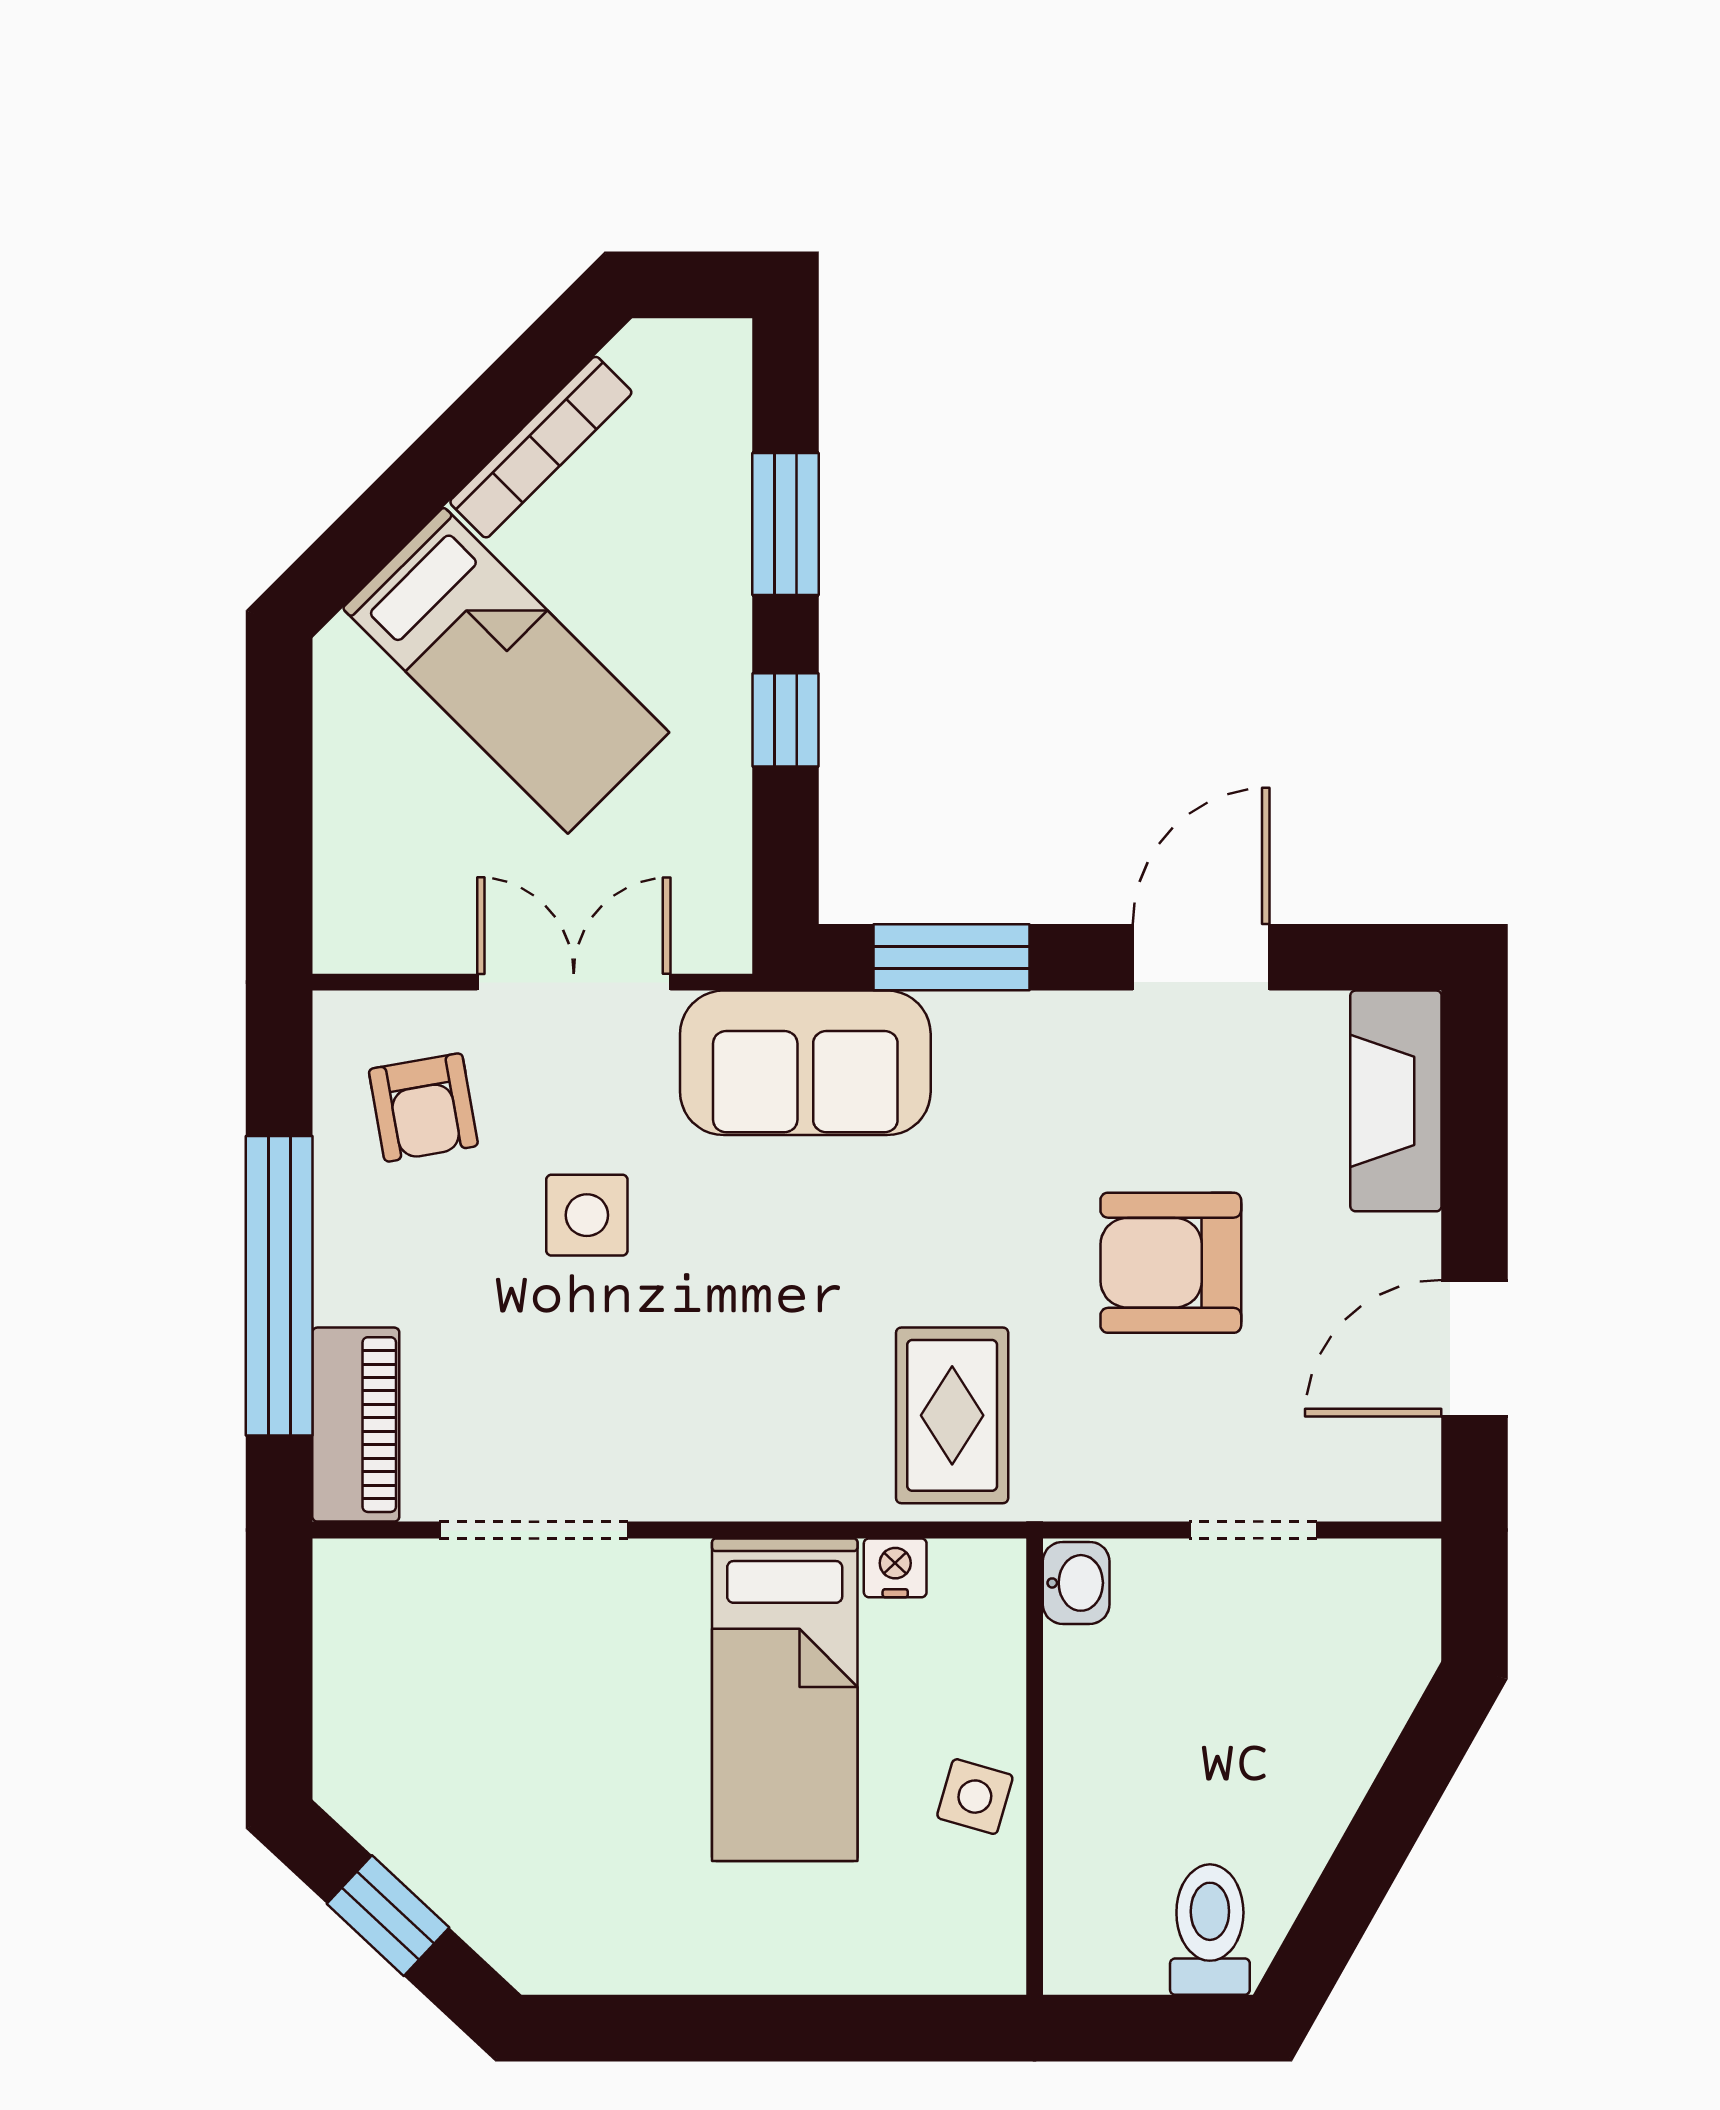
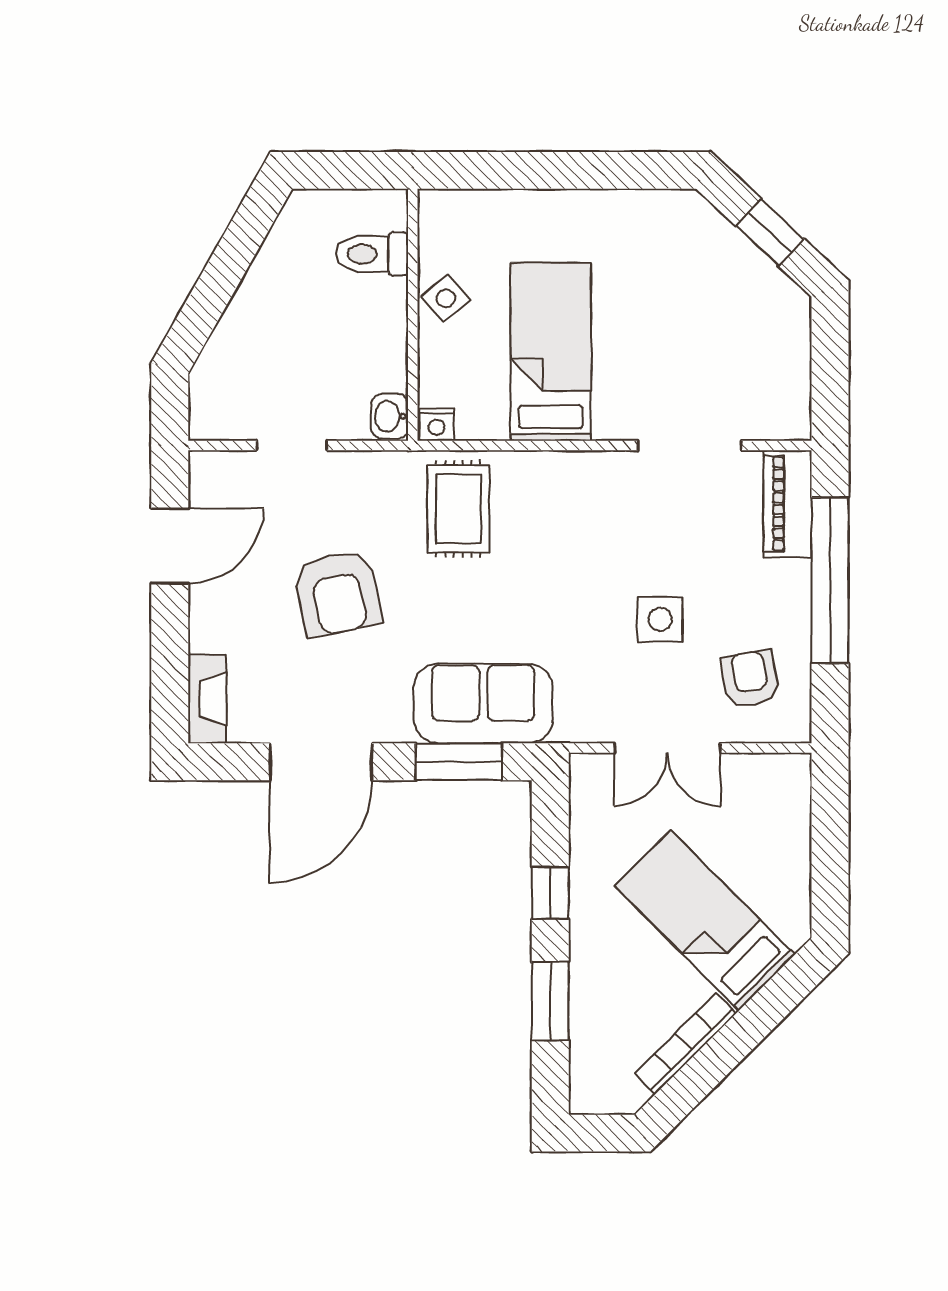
door: (1201, 957) -> (321, 762), width x1.36
sofa: (805, 1063) -> (483, 703), moved
fireplace: (1396, 1101) -> (207, 699), width x0.73, depth x0.76
armchair: (1171, 1263) -> (338, 593), turned 78
nightstand: (895, 1568) -> (437, 425), moved
side table: (975, 1797) -> (446, 298), turned 34
toilet: (1210, 1930) -> (372, 254), moved, turned 90

